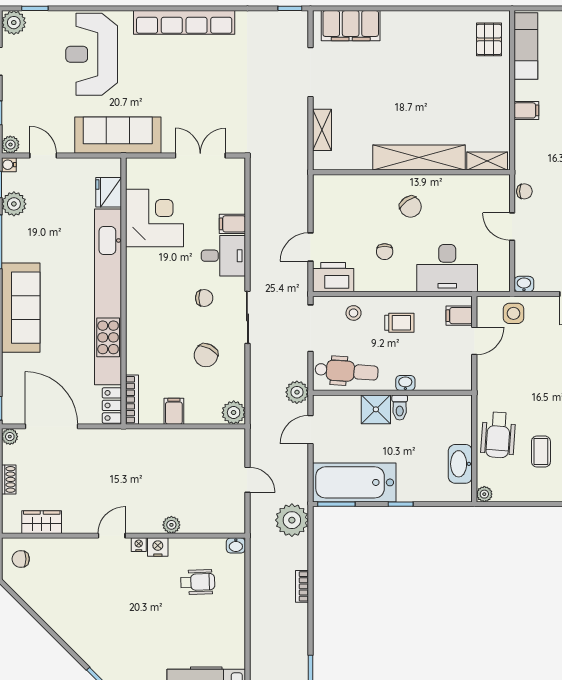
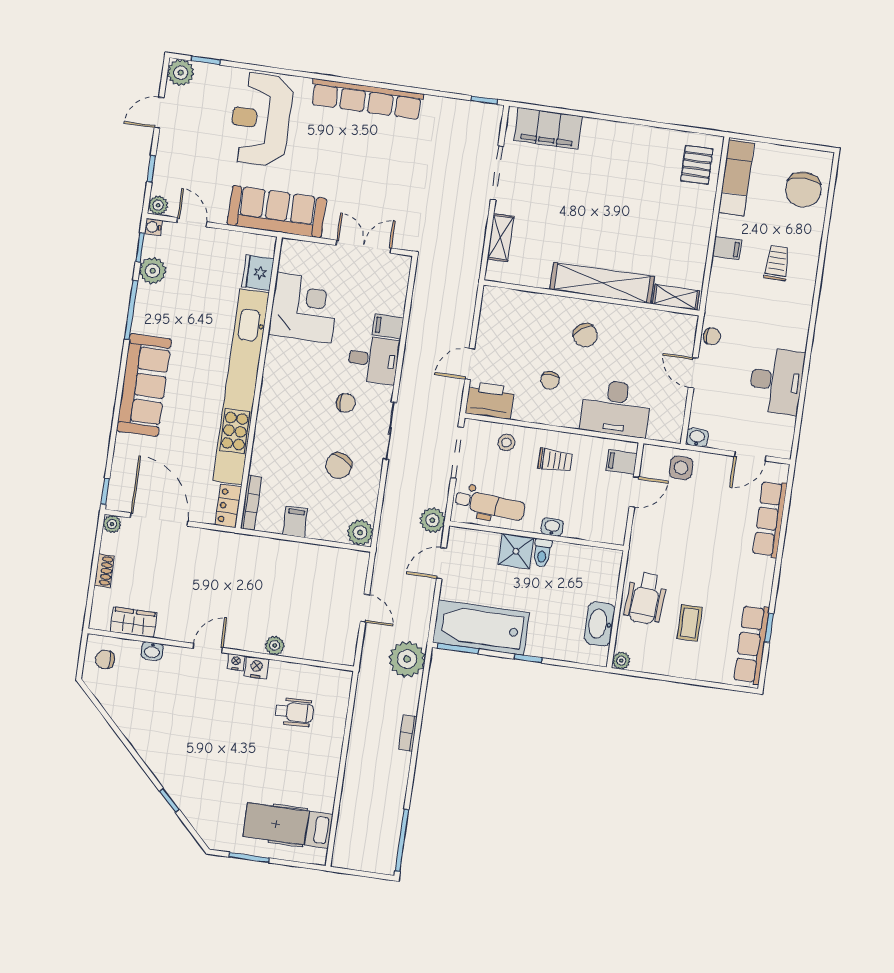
washbasin: (236, 545) -> (152, 651), moved

